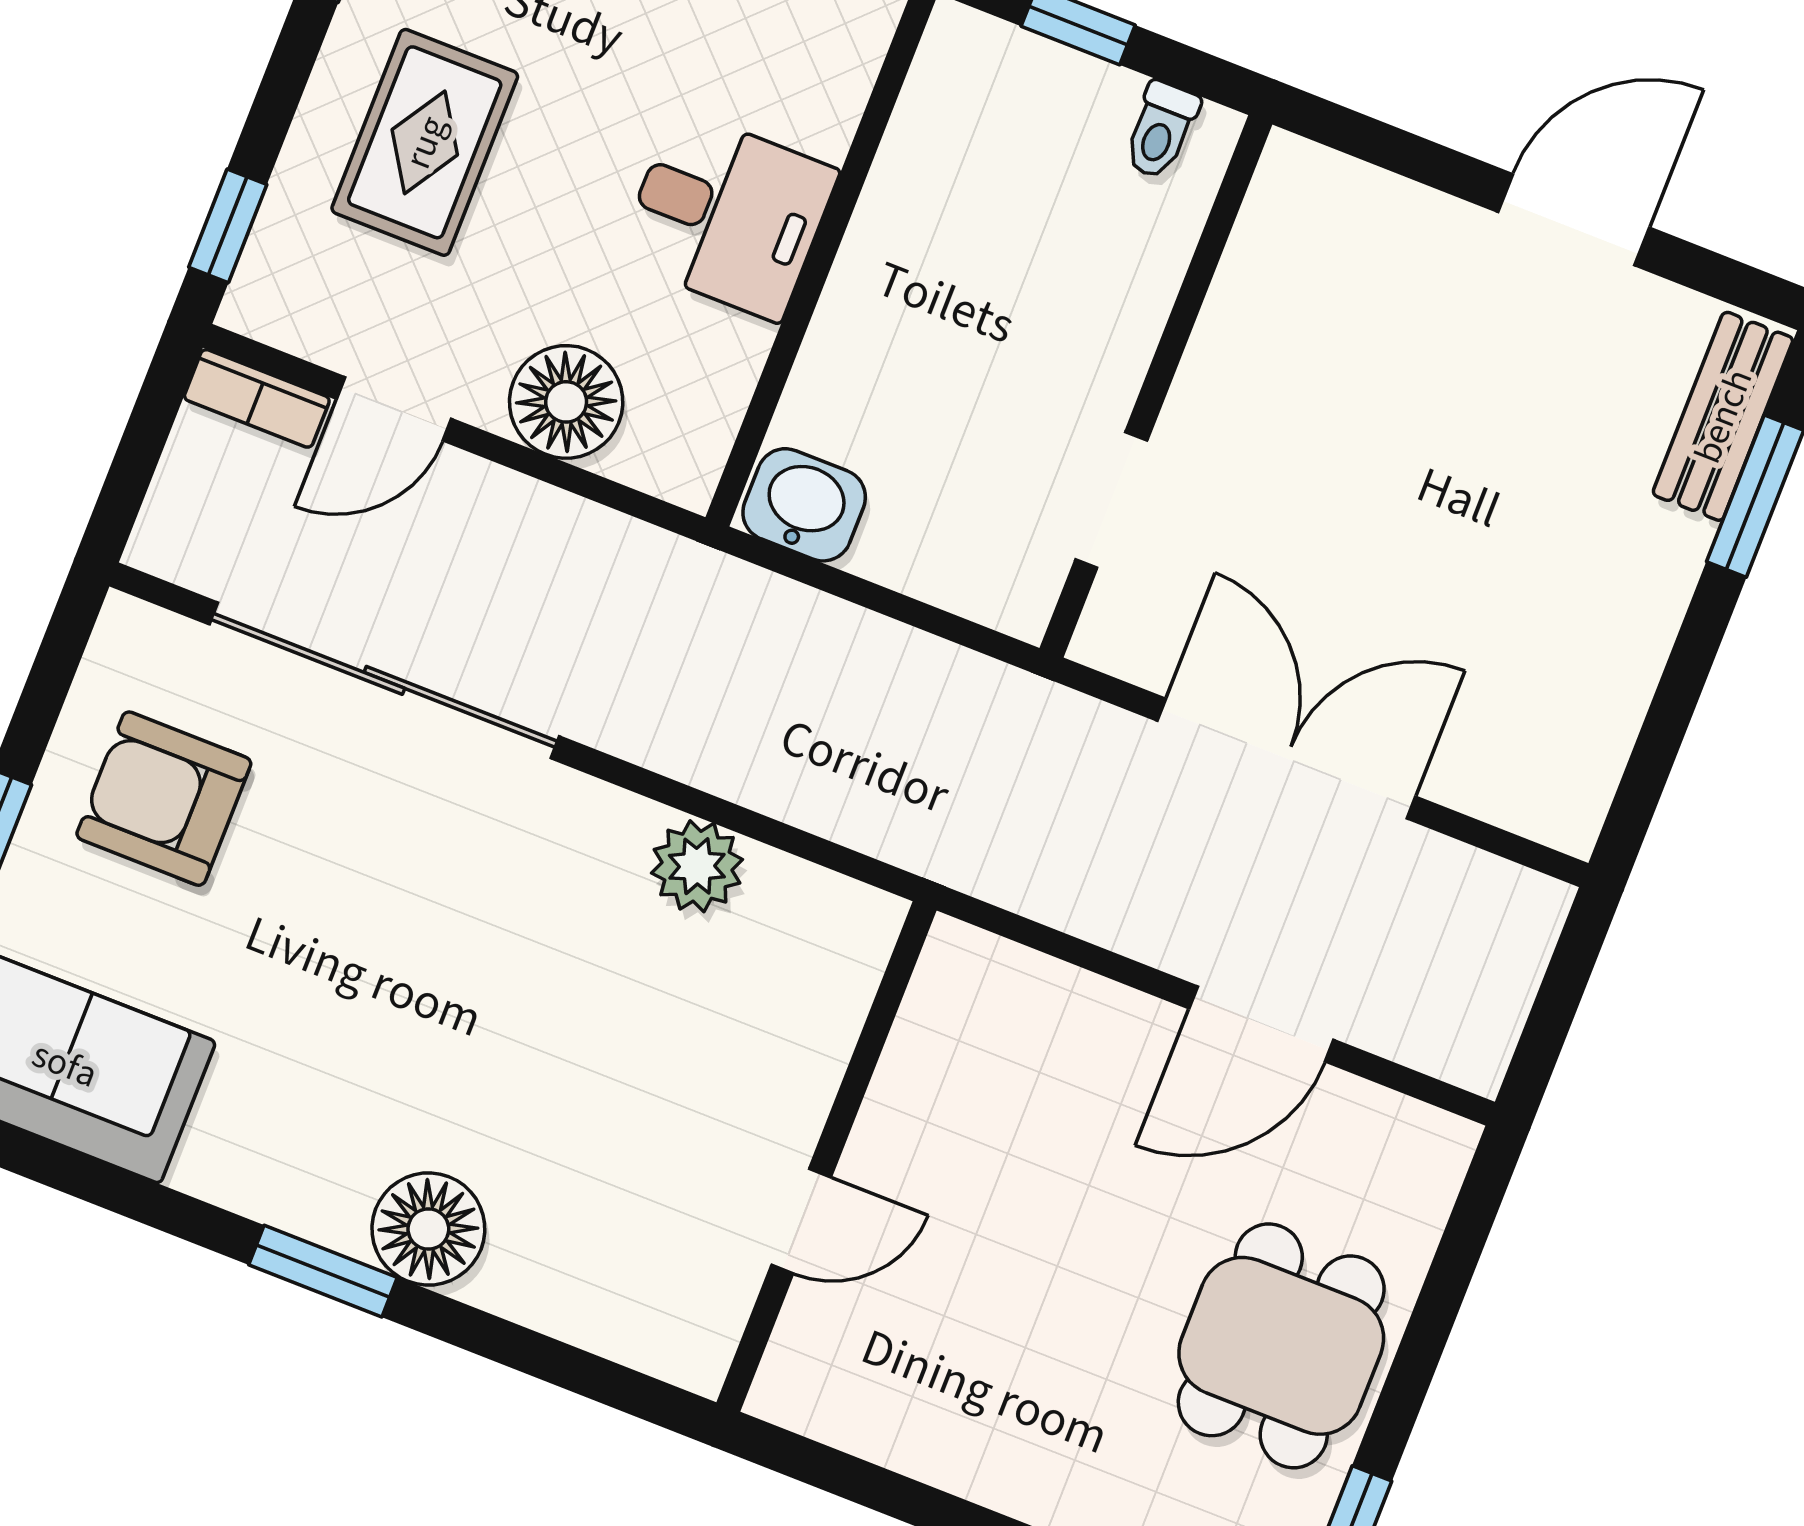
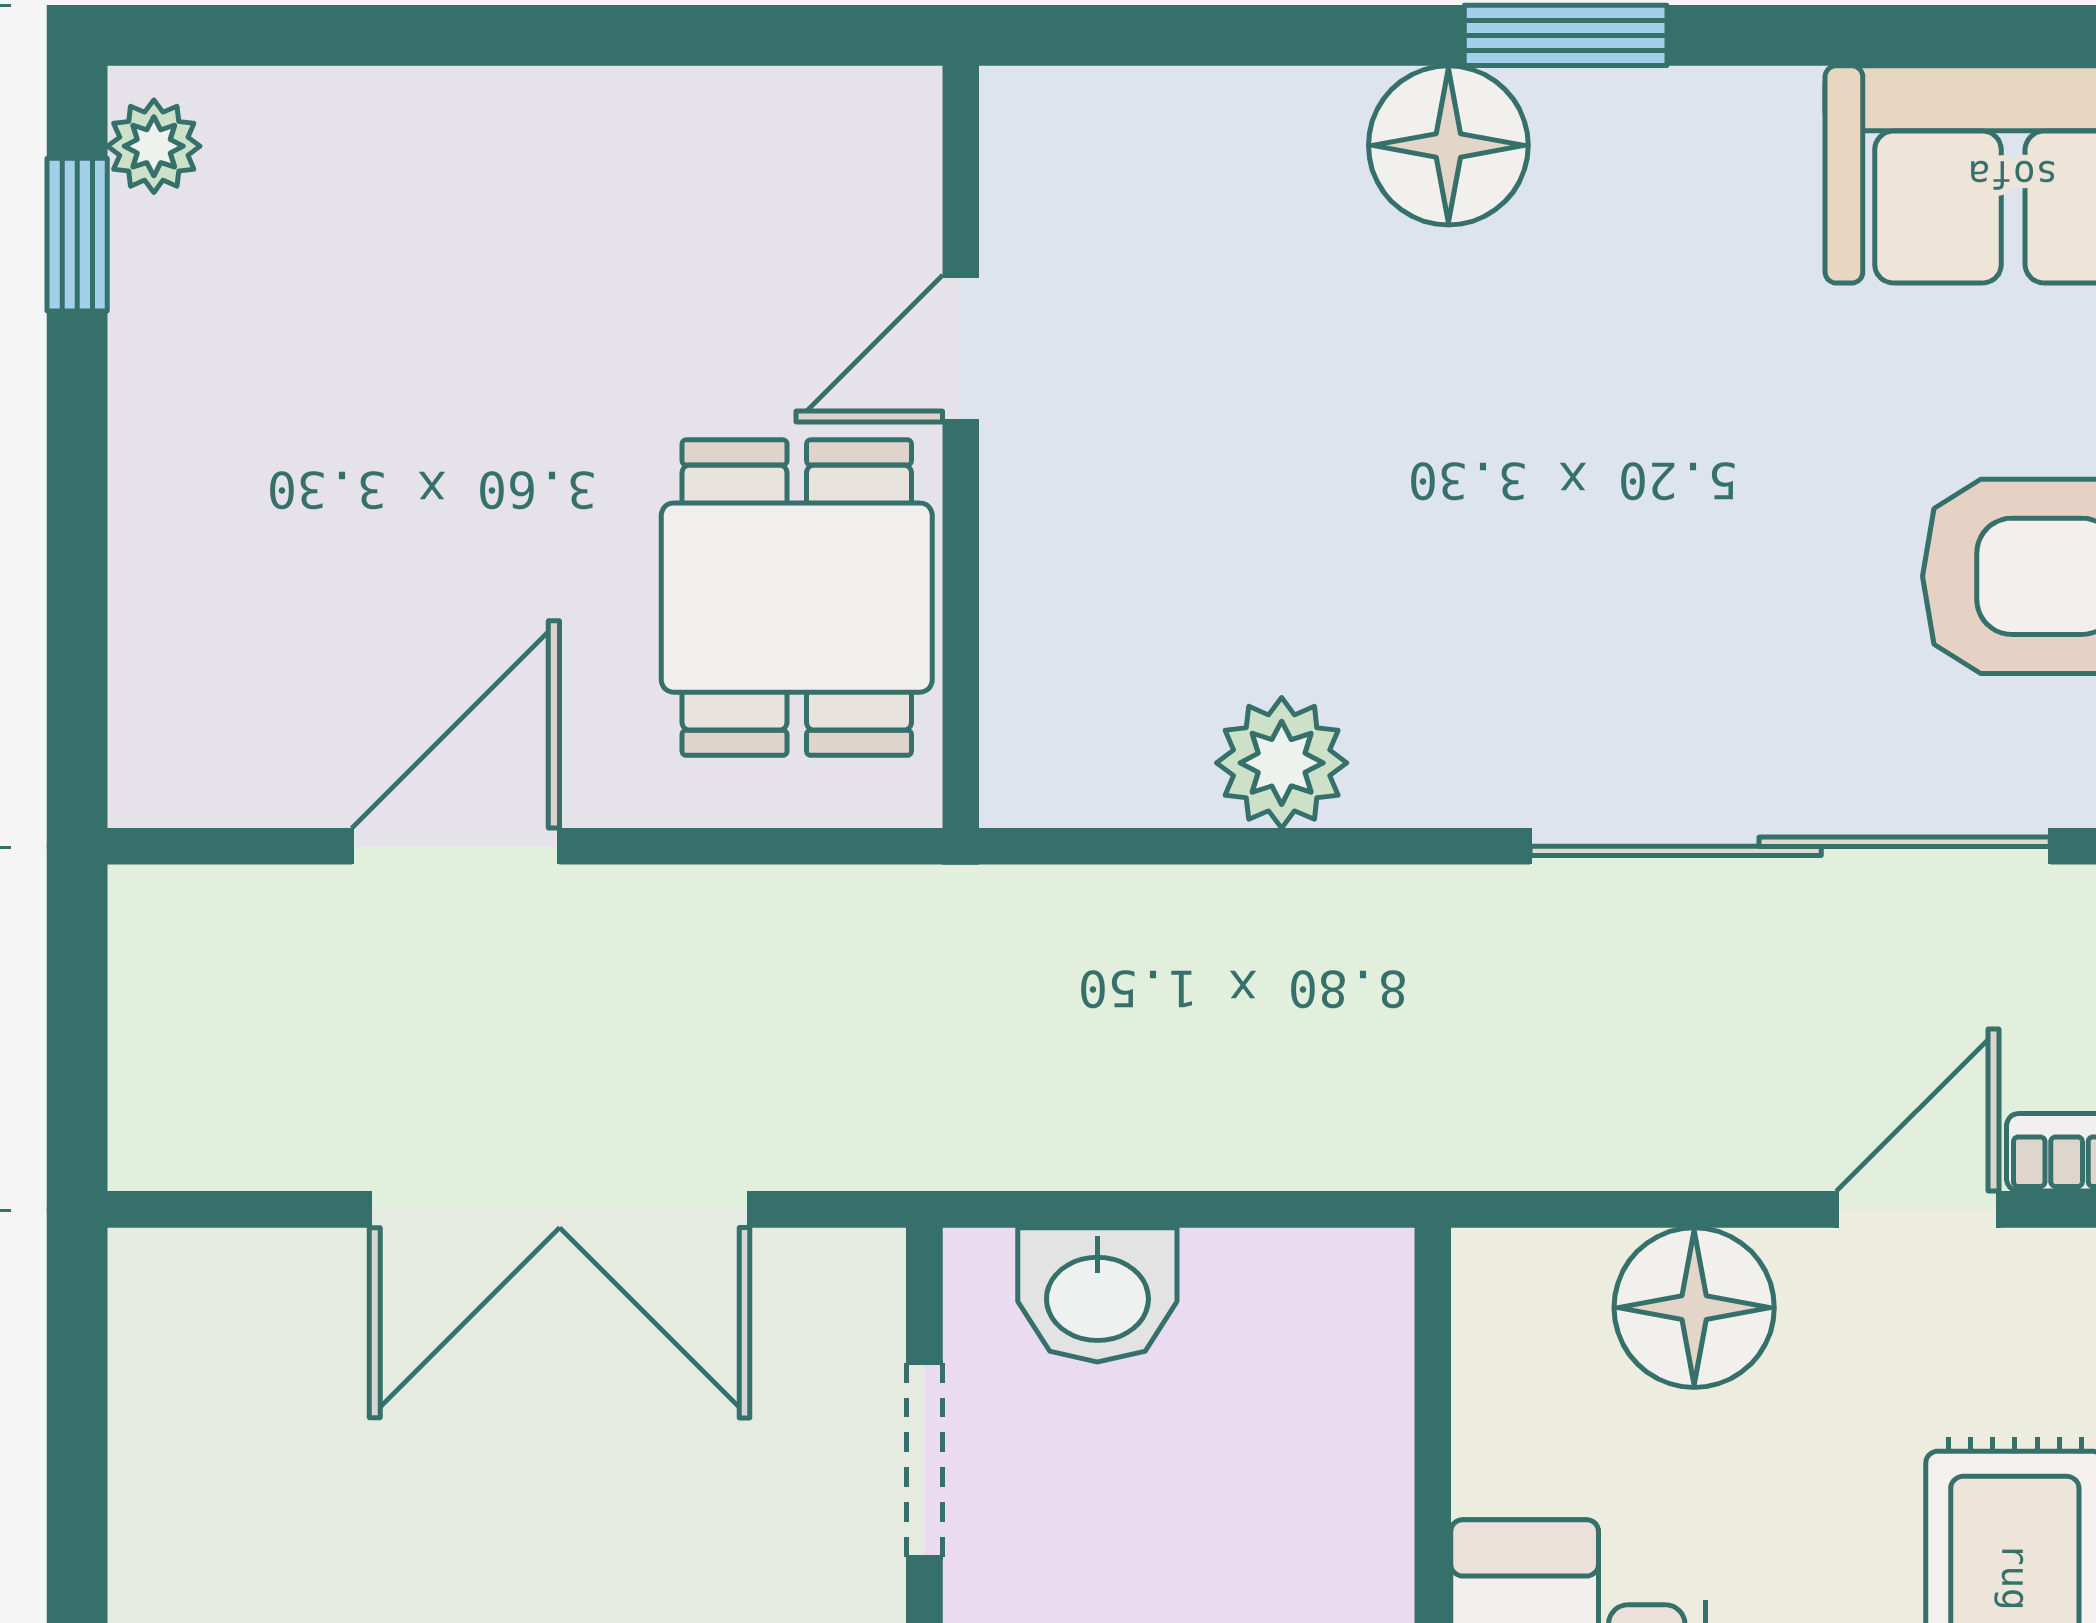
washbasin: (804, 505) -> (1097, 1295), moved
dining table: (1281, 1346) -> (797, 598), moved

